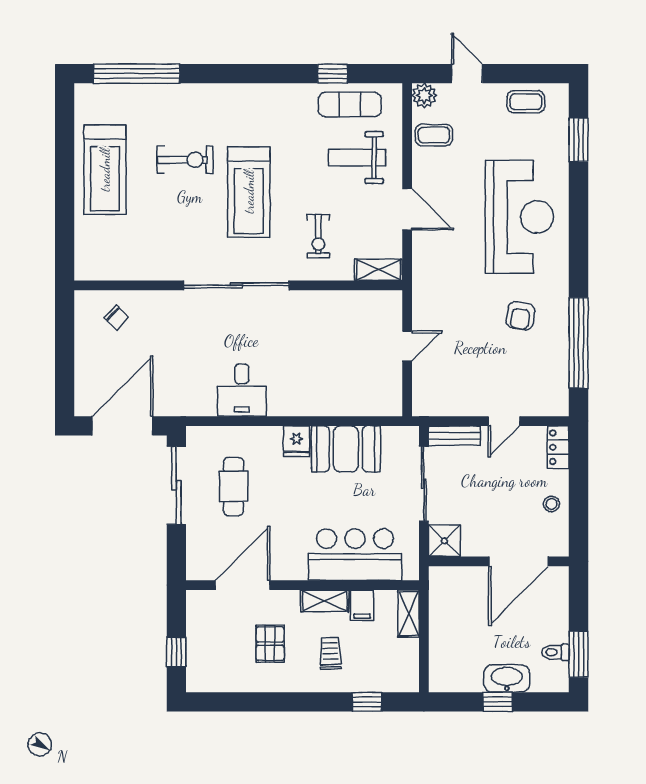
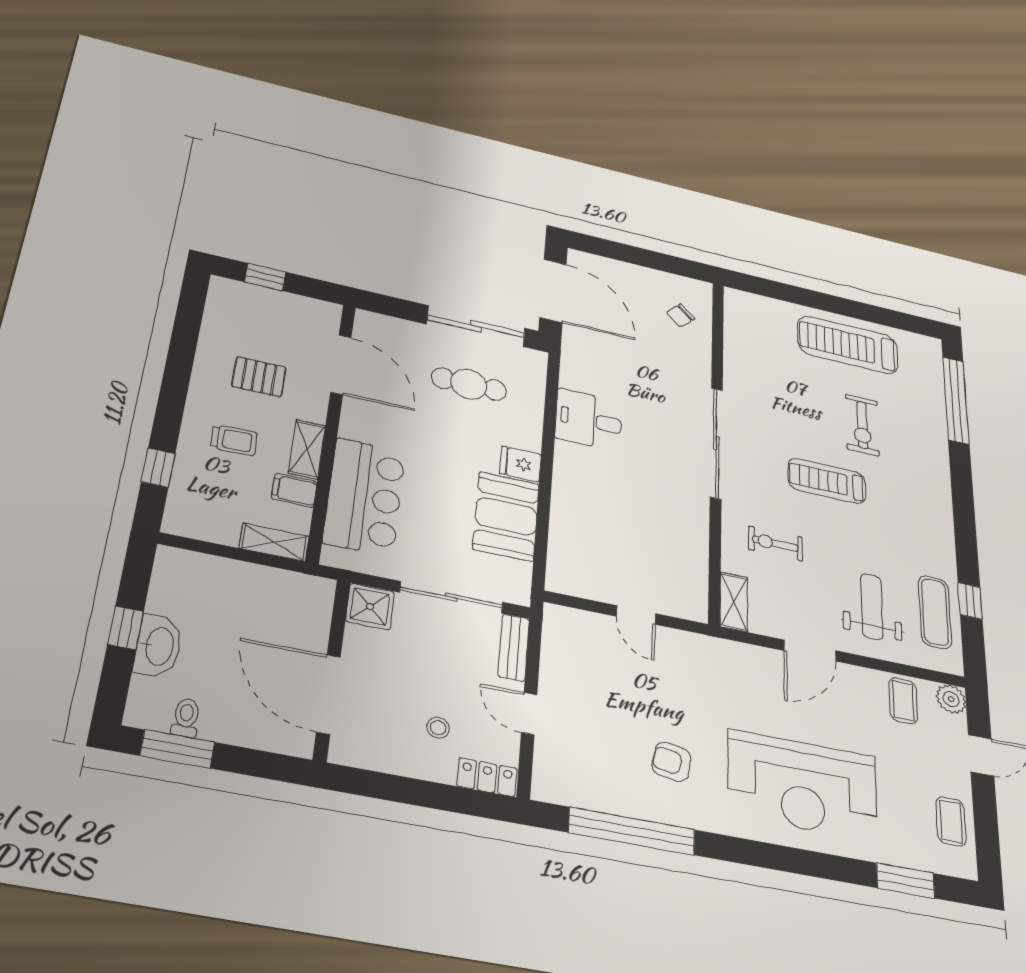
treadmill: (249, 192) -> (827, 481), width x0.73, depth x0.73
stool: (551, 504) -> (438, 728), moved

